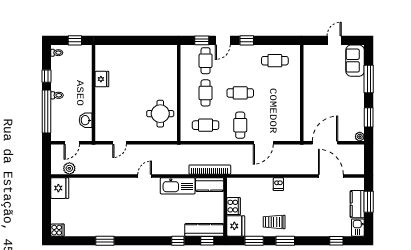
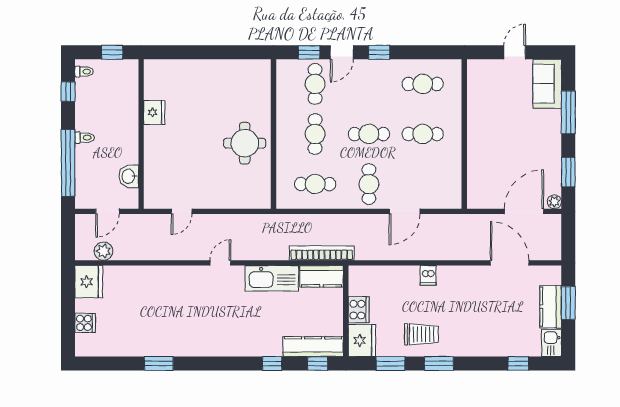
window: (46, 76) -> (68, 92), moved
cafe table: (275, 93) -> (423, 134), added
round table: (160, 114) -> (245, 143), moved
door: (325, 143) -> (524, 211), moved
trolley: (274, 222) -> (421, 334), turned 180
cooker: (57, 230) -> (85, 323), moved

